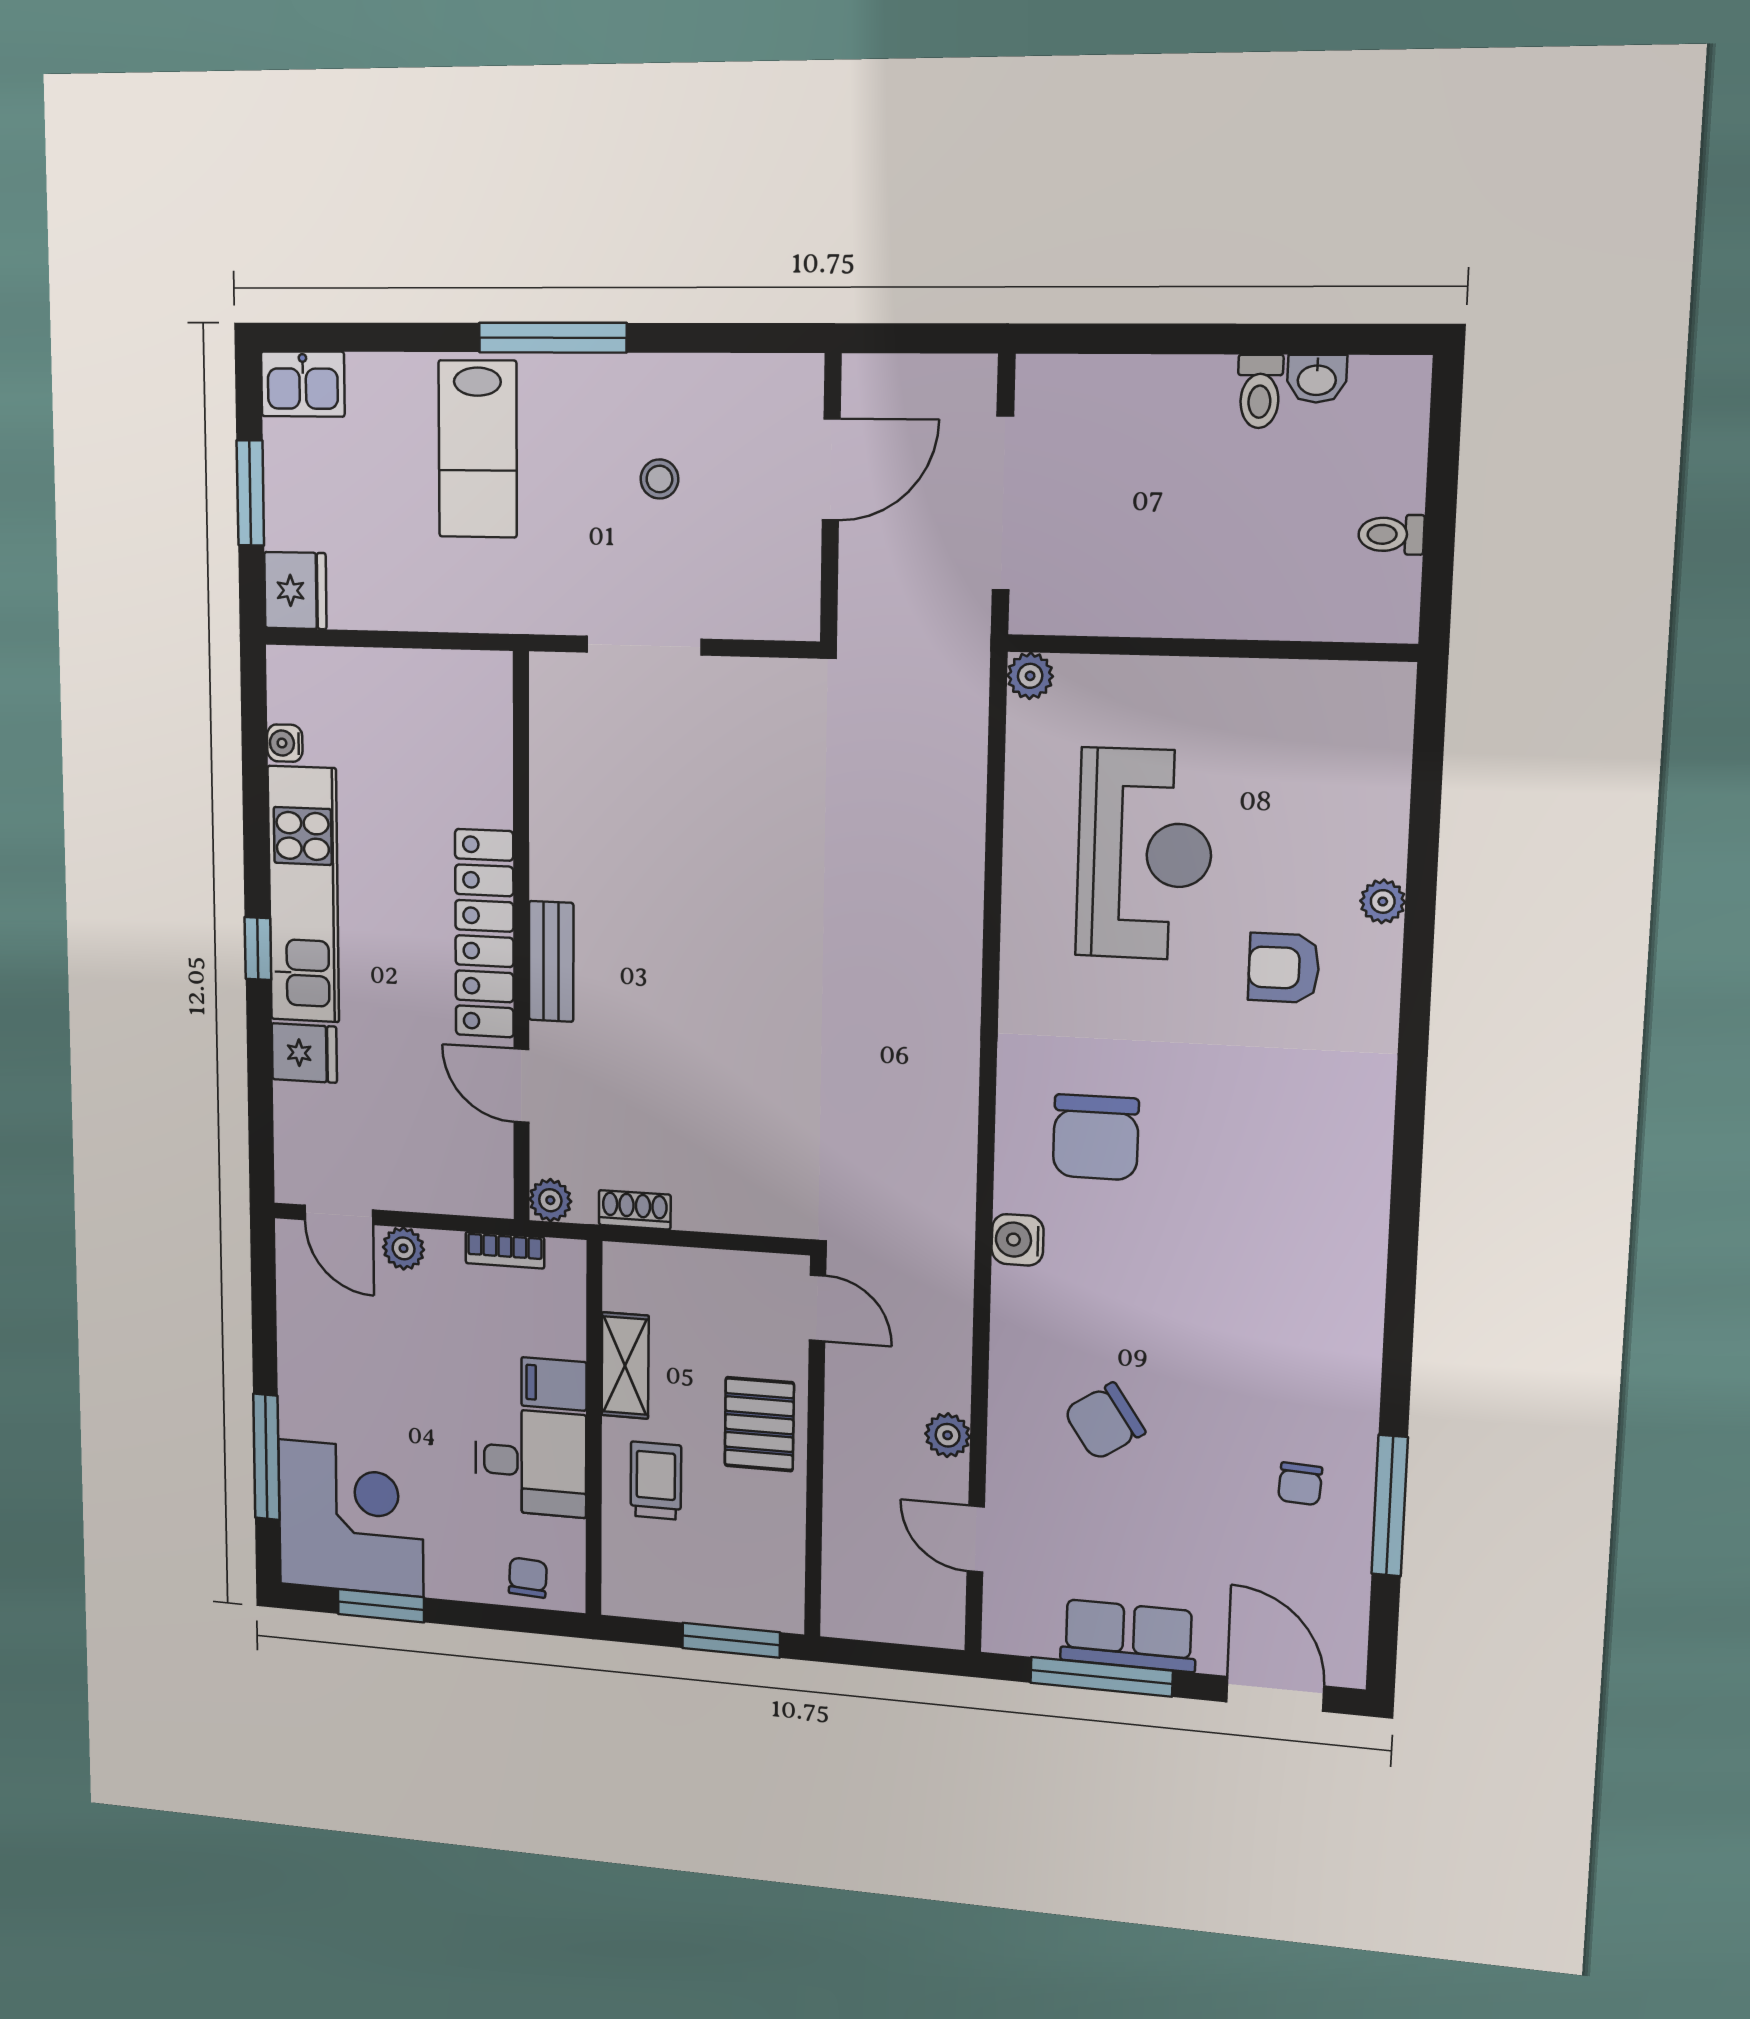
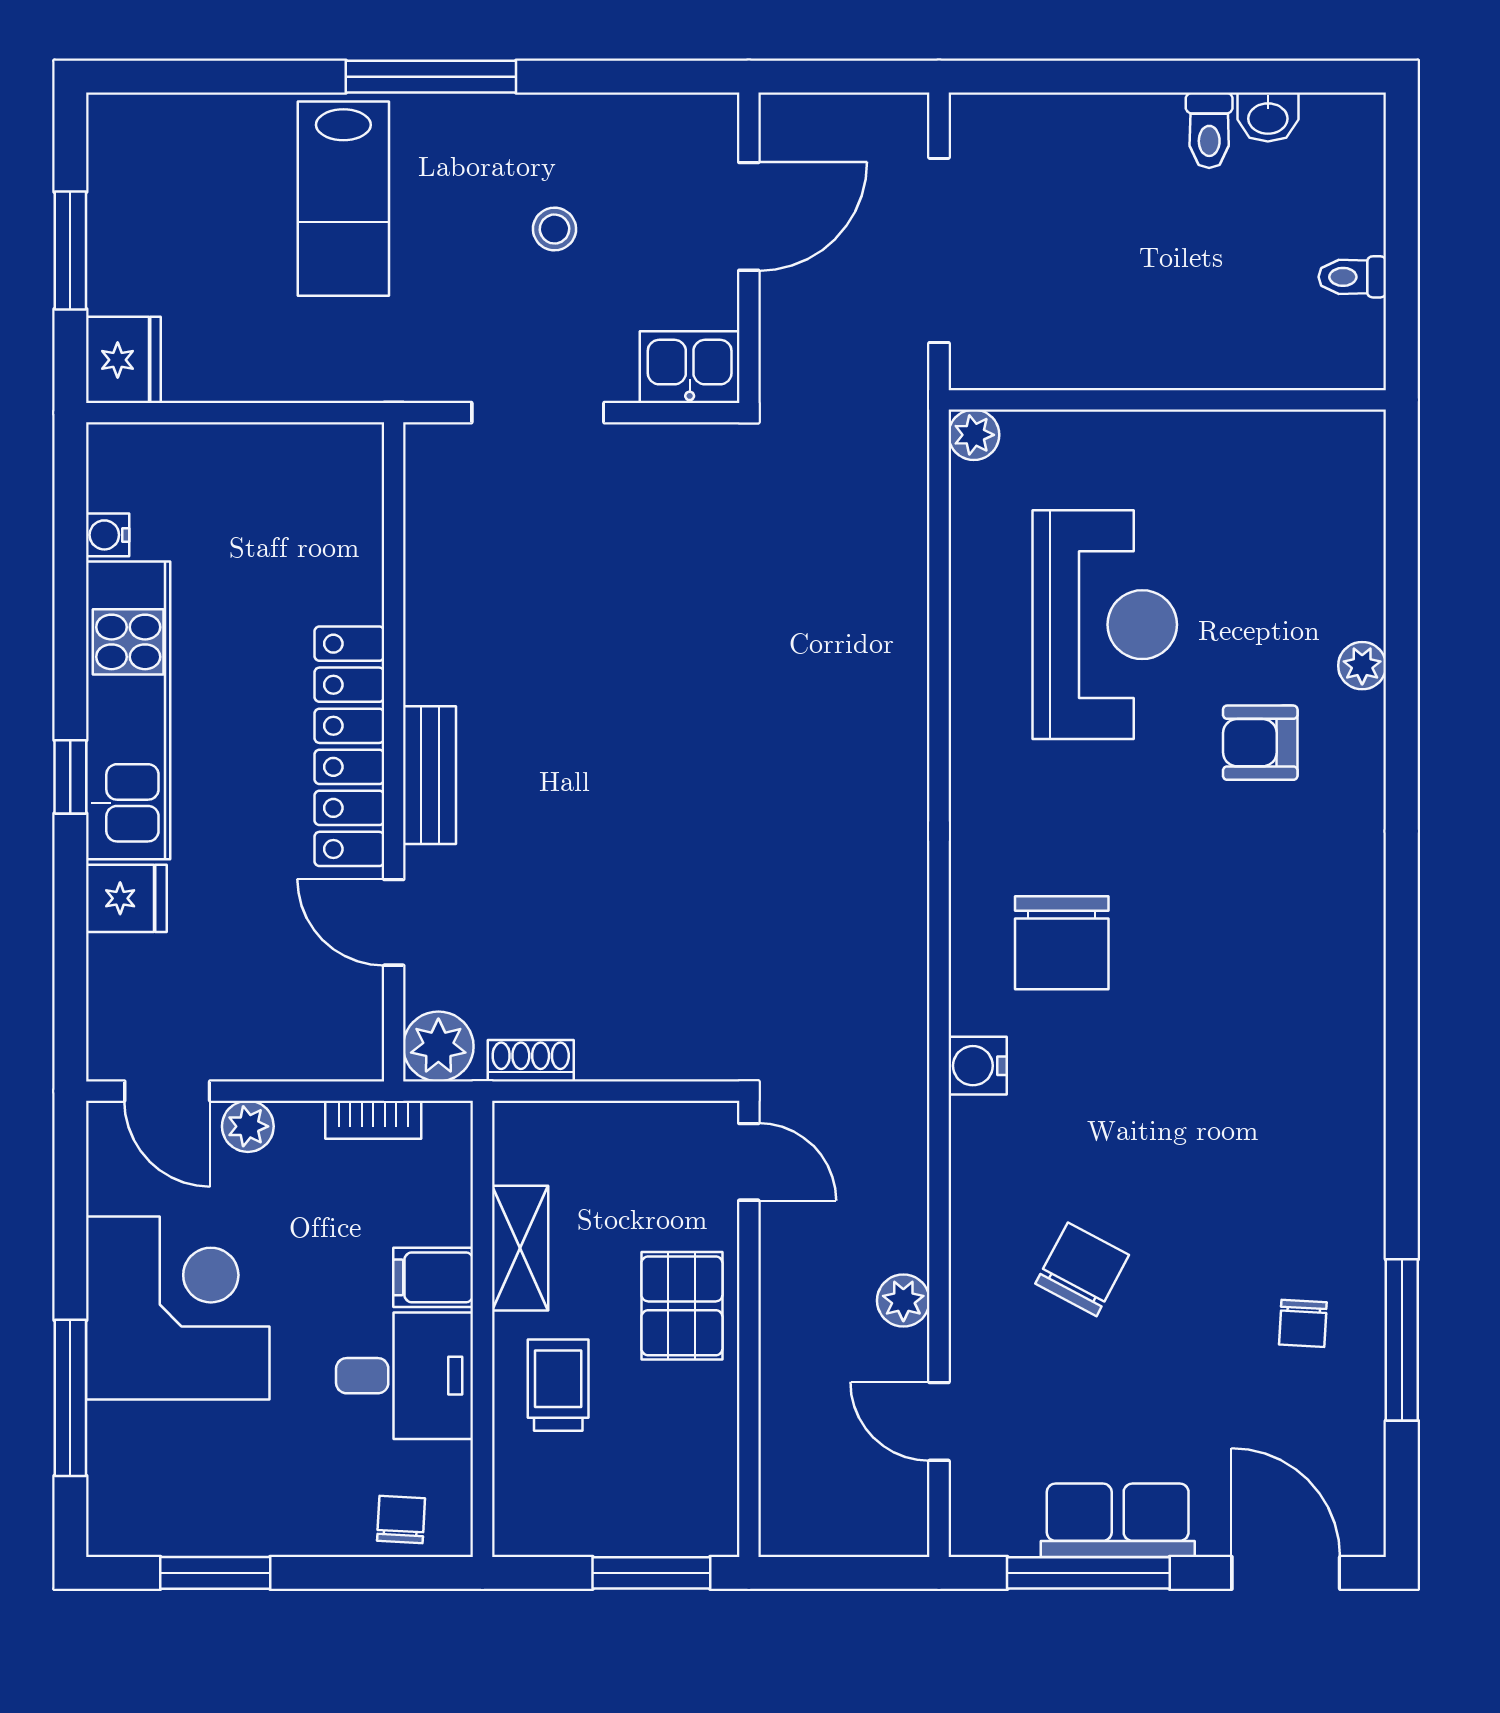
kitchen sink: (303, 384) -> (690, 367), moved, turned 180
plant: (550, 1200) -> (438, 1046), width x1.38, depth x1.38
chair: (1104, 1421) -> (1082, 1269), turned 152
corner desk: (351, 1518) -> (178, 1308), moved

